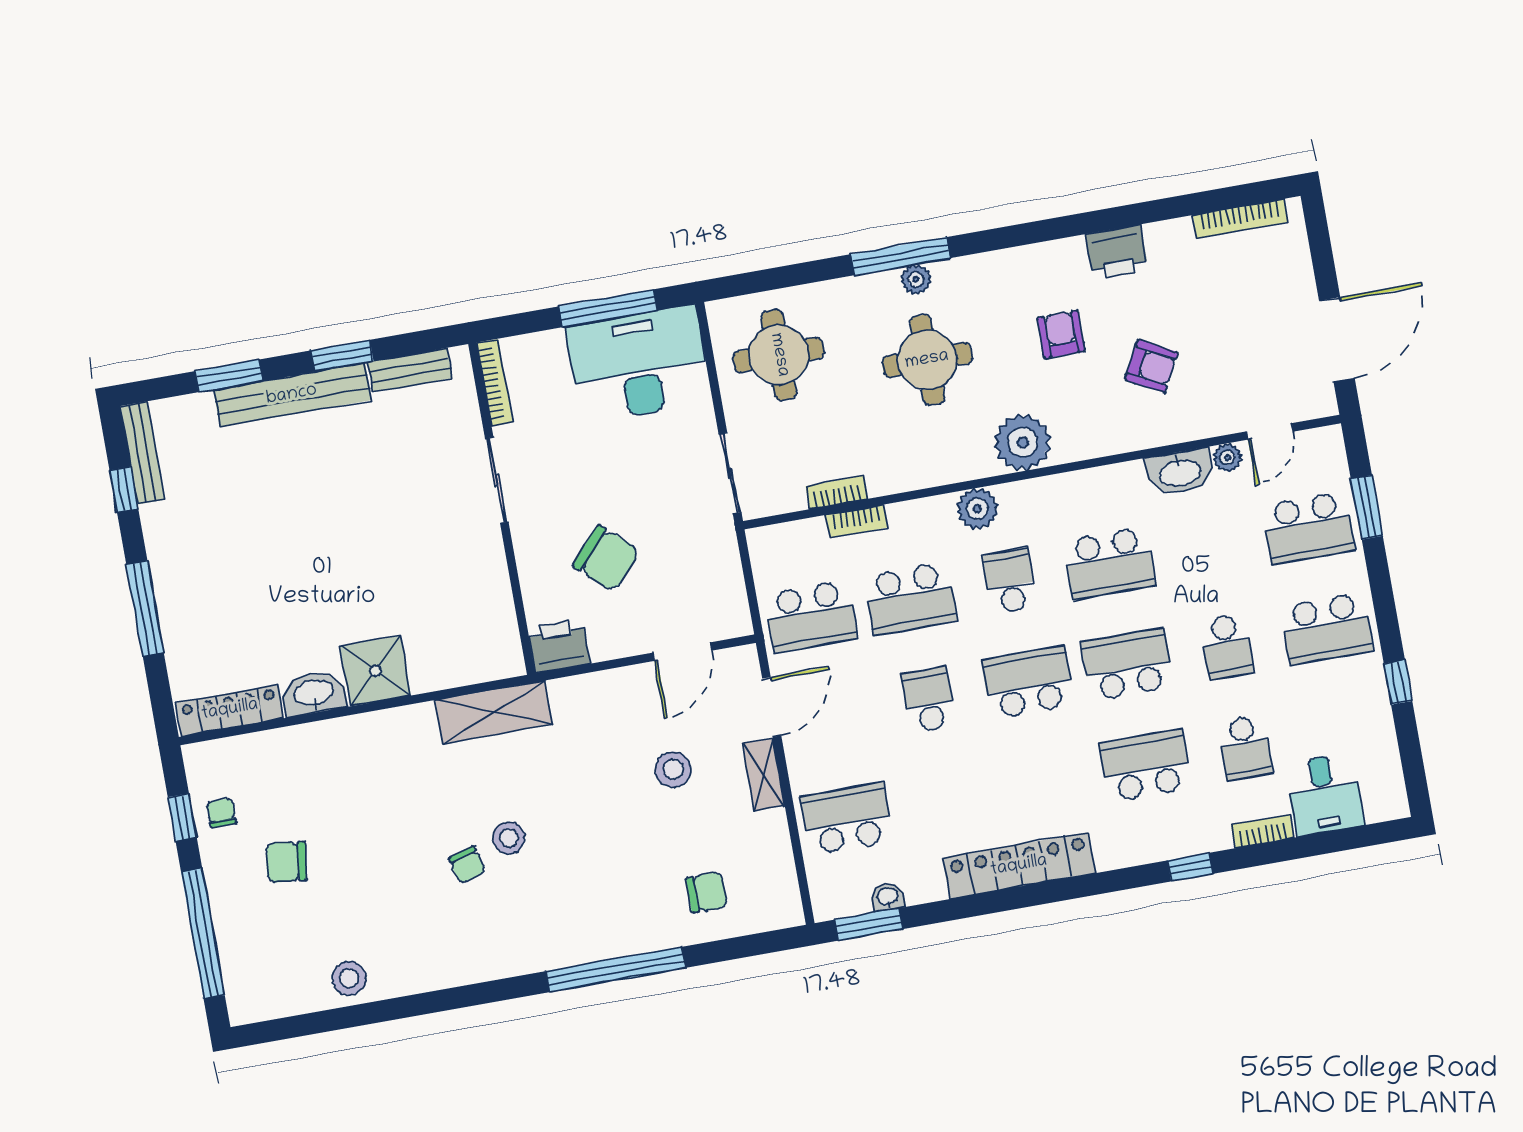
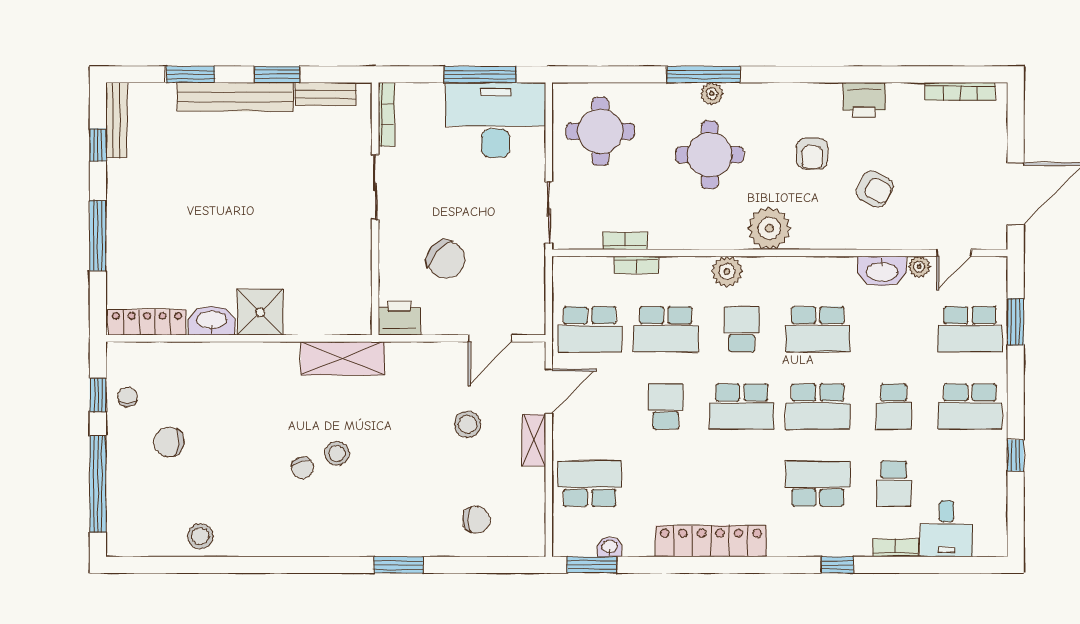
armchair: (1061, 335) -> (812, 154), turned 180
school desk: (1128, 664) -> (818, 406), turned 180
school desk: (1028, 682) -> (742, 406), turned 180
window: (616, 969) -> (399, 565), width x0.47

